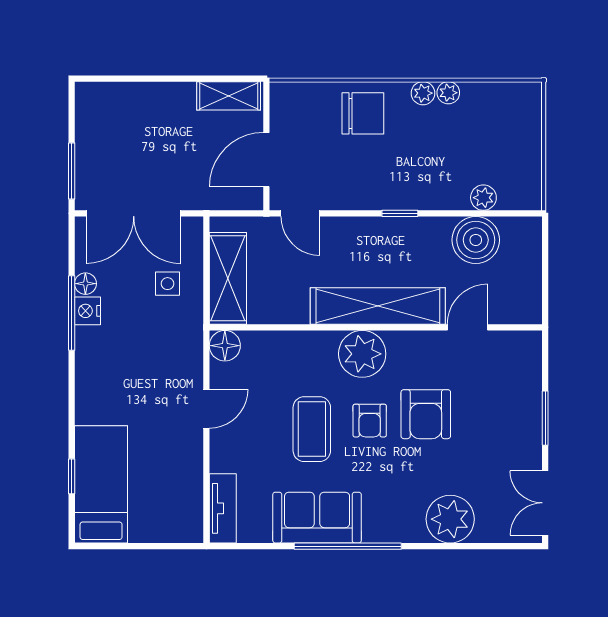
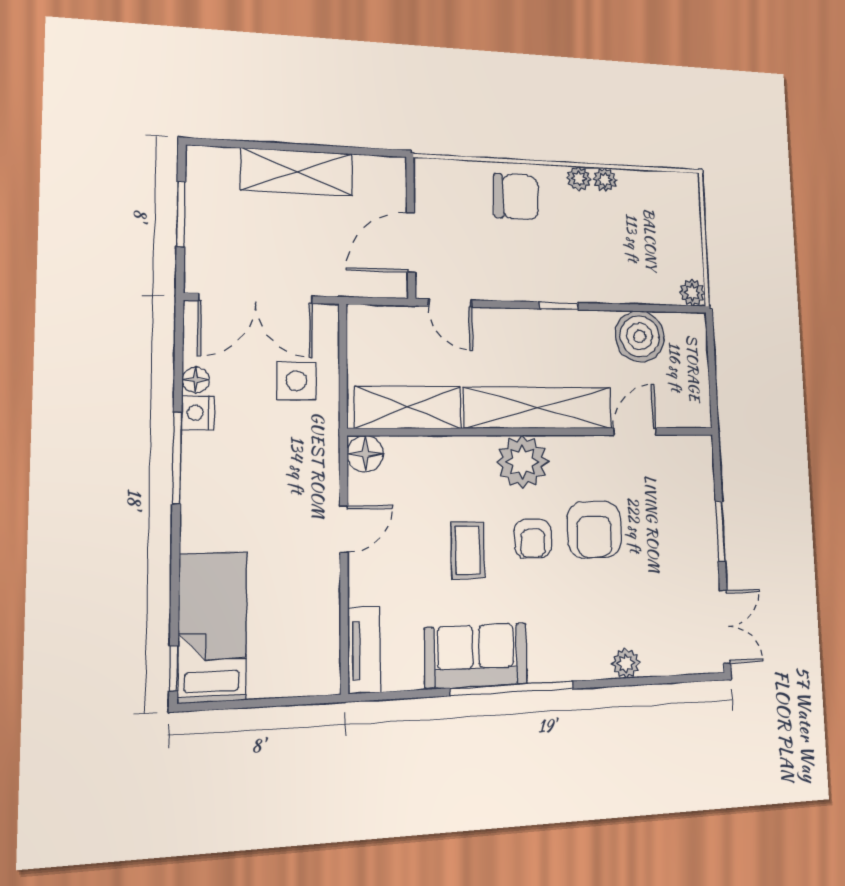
shelving: (229, 96) -> (297, 172), moved, width x1.50, depth x1.33
window: (72, 171) -> (181, 214), moved
plant: (483, 198) -> (692, 293), moved
shelving: (228, 278) -> (408, 407), moved, turned 90
side table: (167, 284) -> (297, 381), width x1.37, depth x1.37
window: (72, 313) -> (177, 458), moved
coffee table: (312, 429) -> (468, 550), width x0.73, depth x0.77
window: (72, 476) -> (174, 668), moved
double door: (545, 503) -> (725, 627), swing flipped
plant: (450, 519) -> (626, 663), width x0.53, depth x0.53

